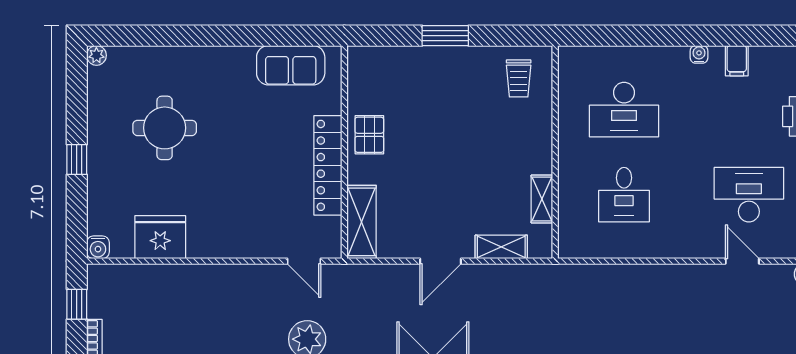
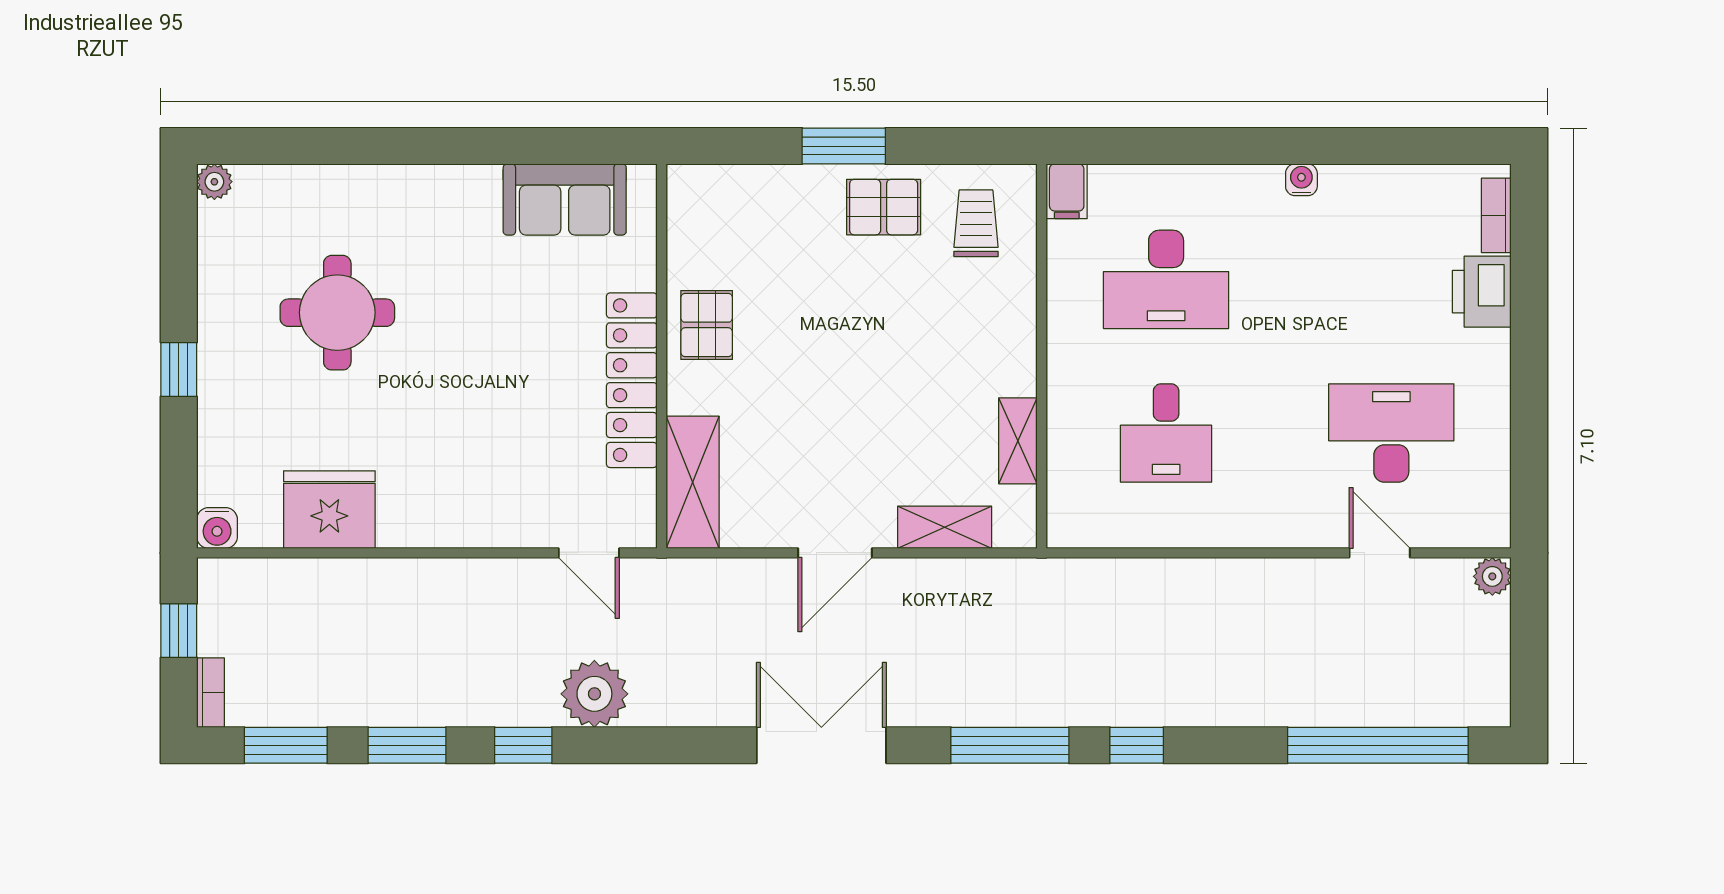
filing cabinet: (737, 61) -> (1067, 191), moved
pallet: (467, 69) -> (884, 207), added
trolley: (519, 78) -> (976, 223), turned 180

